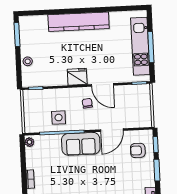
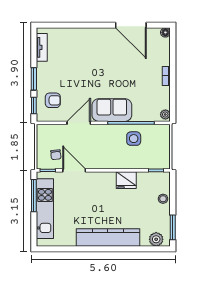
plant: (32, 22) -> (156, 239), added
window: (151, 47) -> (34, 196), moved
fridge: (77, 77) -> (126, 180), moved
door: (102, 85) -> (74, 170), moved
chair: (87, 103) -> (56, 155), moved

